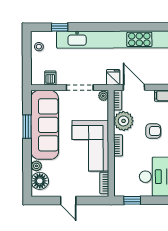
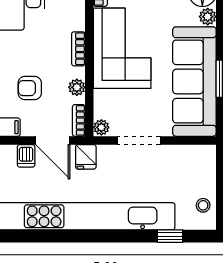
dishwasher: (50, 78) -> (26, 156), moved
plant: (124, 121) -> (77, 87), width x0.53, depth x0.53
armchair: (153, 131) -> (30, 88), moved

